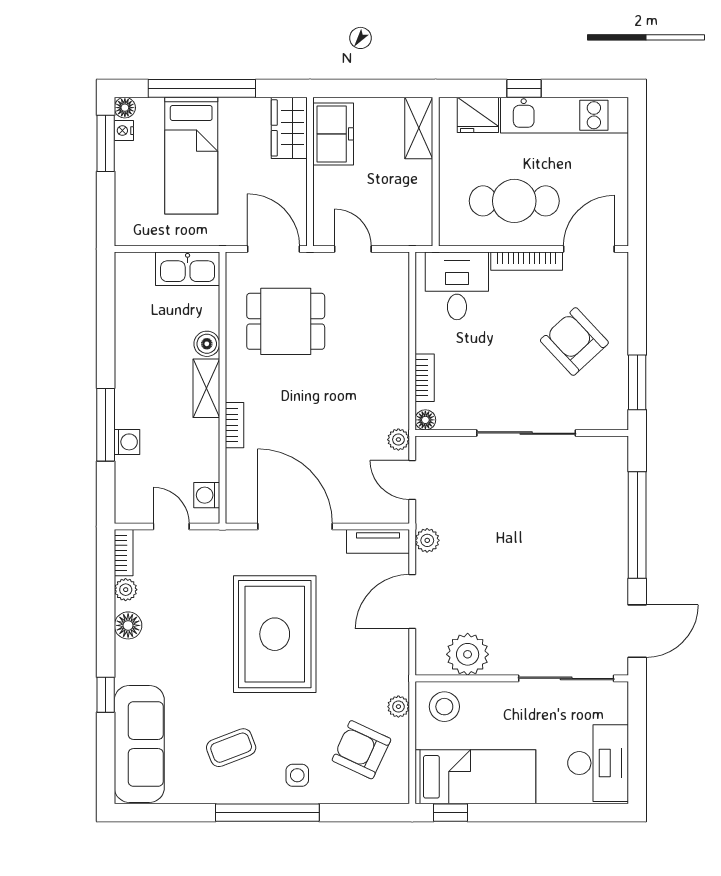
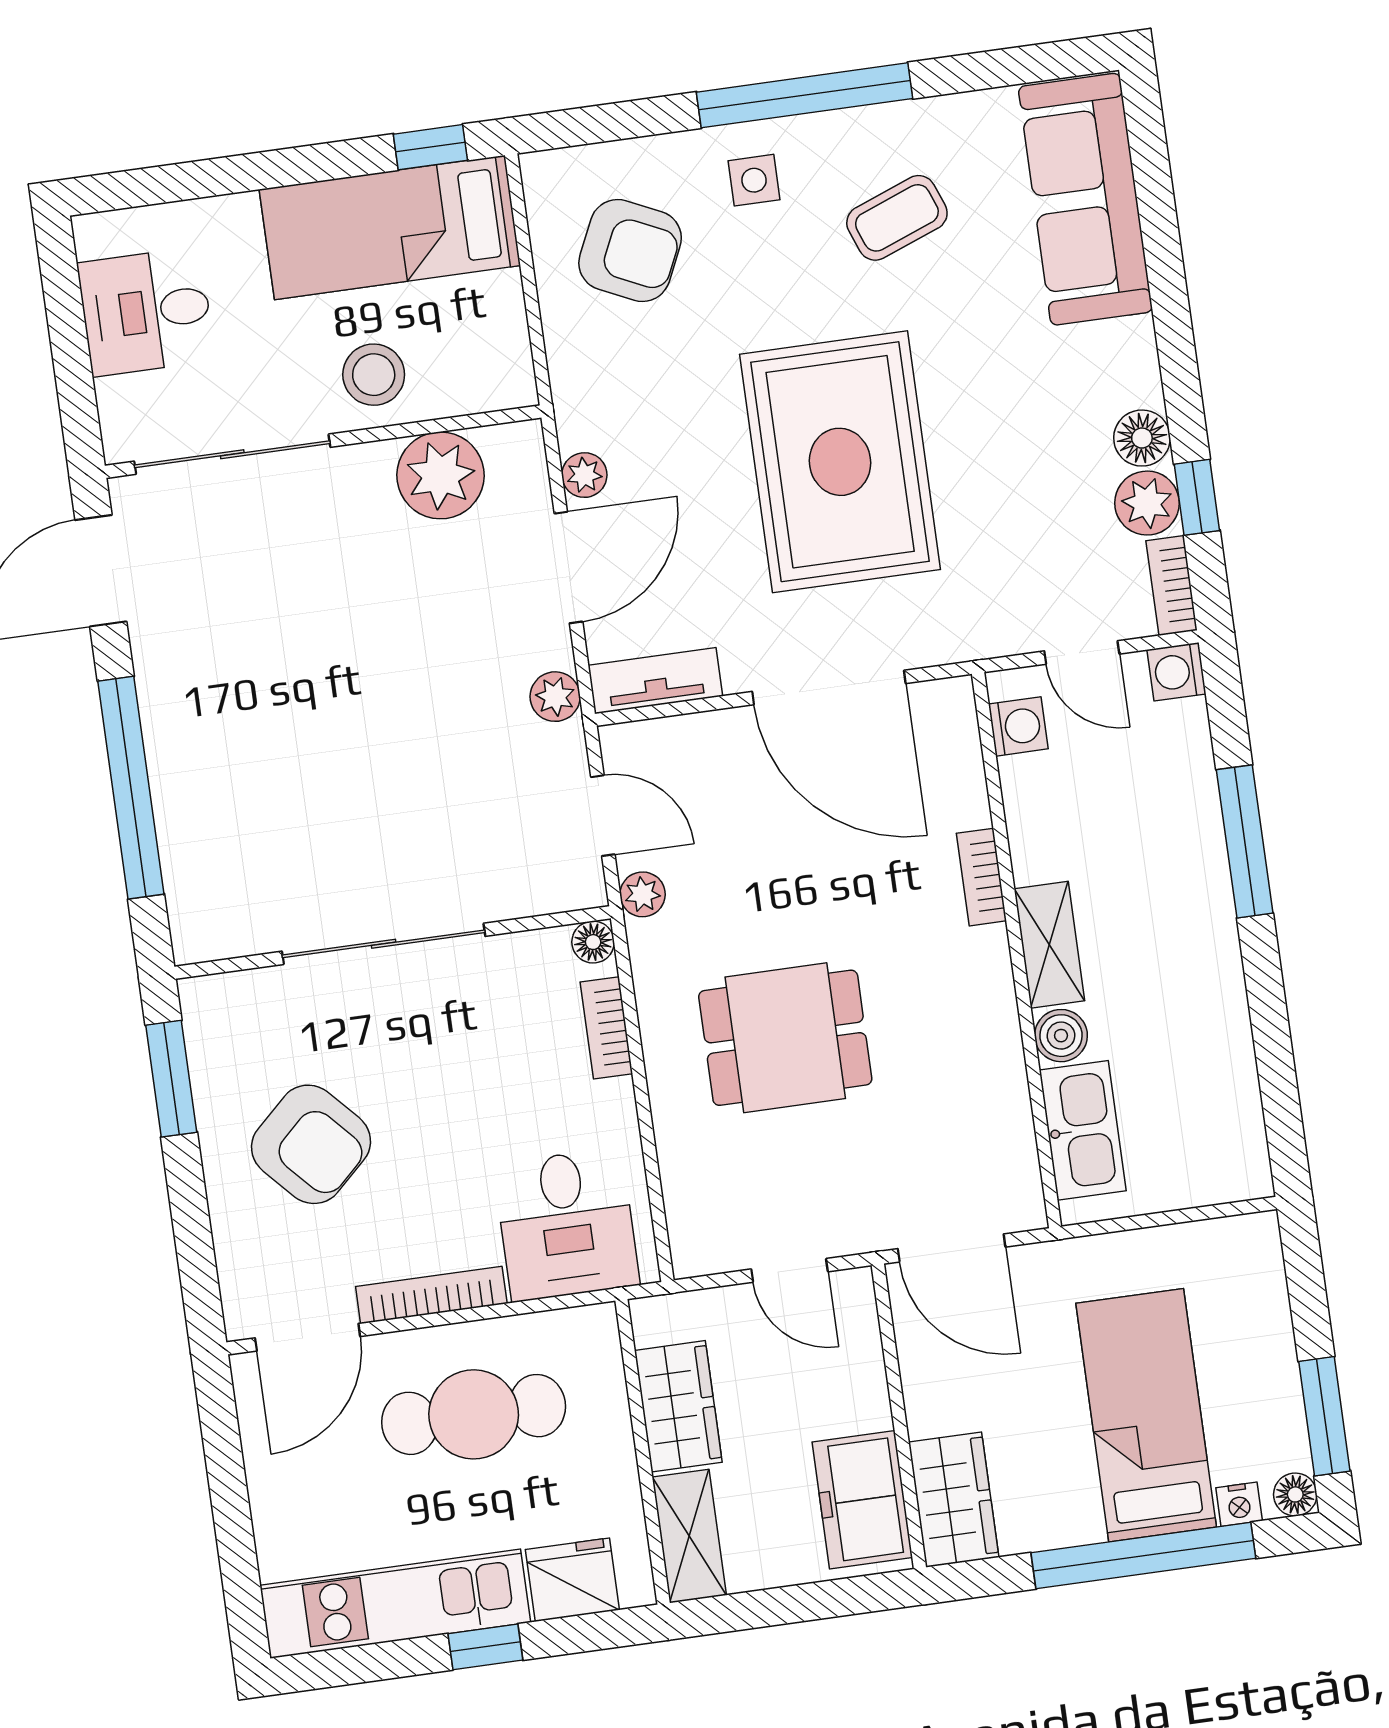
nightstand: (124, 131) -> (1239, 1504), moved, turned 90
wardrobe: (415, 191) -> (678, 1406), added
kitchen sink: (188, 269) -> (1083, 1130), moved, turned 90
dining table: (286, 321) -> (785, 1038), moved
washing machine: (127, 442) -> (1176, 672), moved
plant: (126, 590) -> (1147, 503), width x1.38, depth x1.38
window: (106, 695) -> (1197, 497), moved
plant: (398, 707) -> (584, 475), moved
stool: (444, 707) -> (374, 375), moved
desk: (598, 763) -> (146, 312), width x0.73

